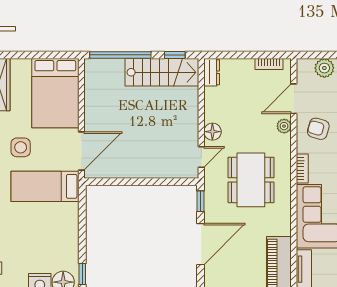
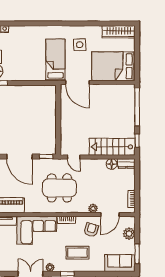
stairs: (162, 72) -> (112, 147), moved, turned 90
door: (294, 99) -> (110, 215), swing flipped
floor lamp: (212, 132) -> (112, 164), moved

